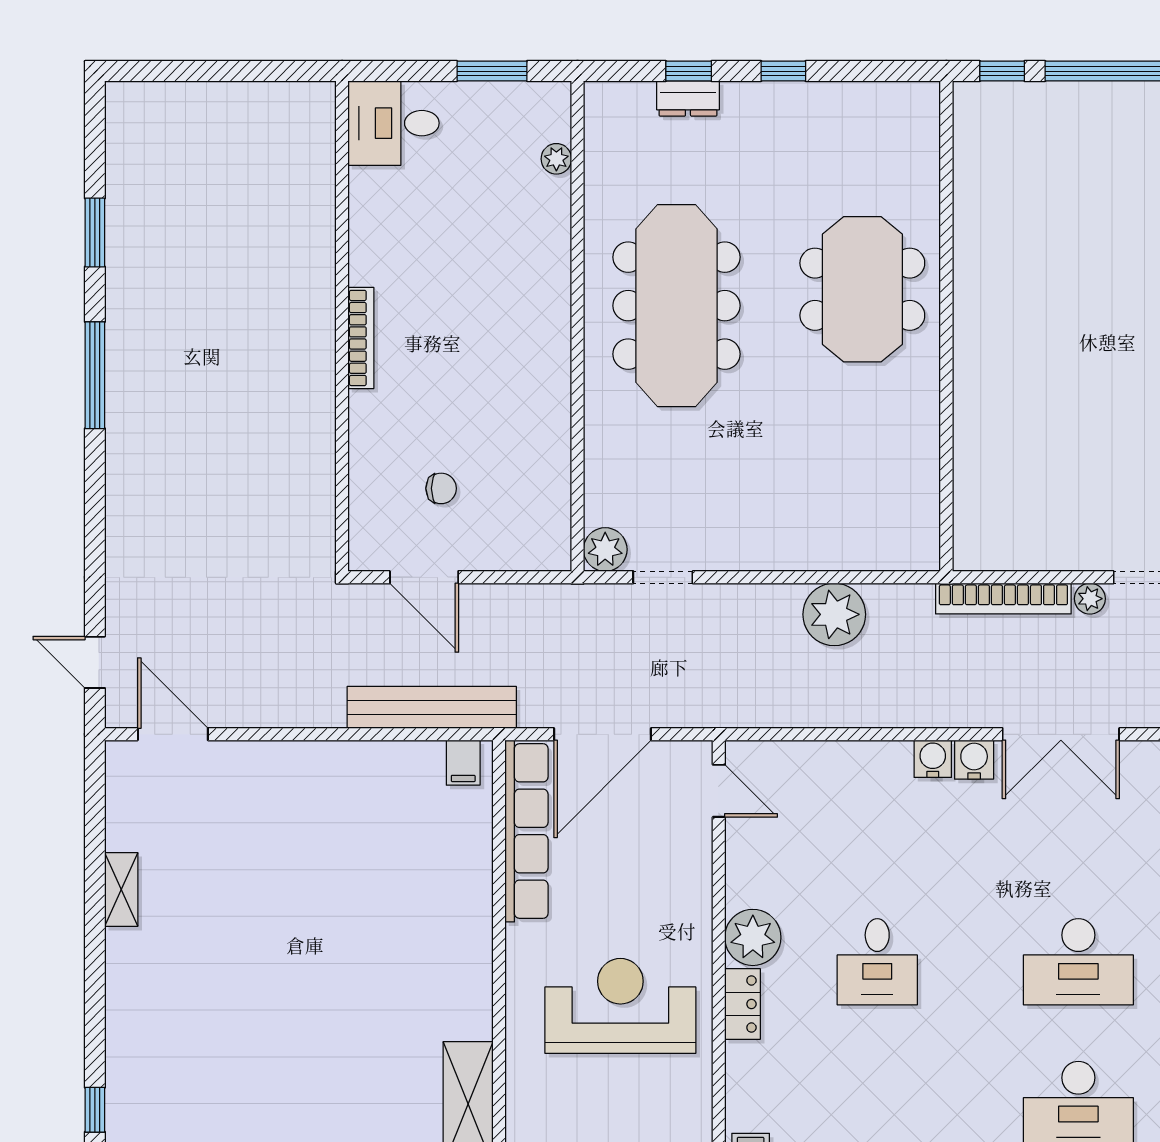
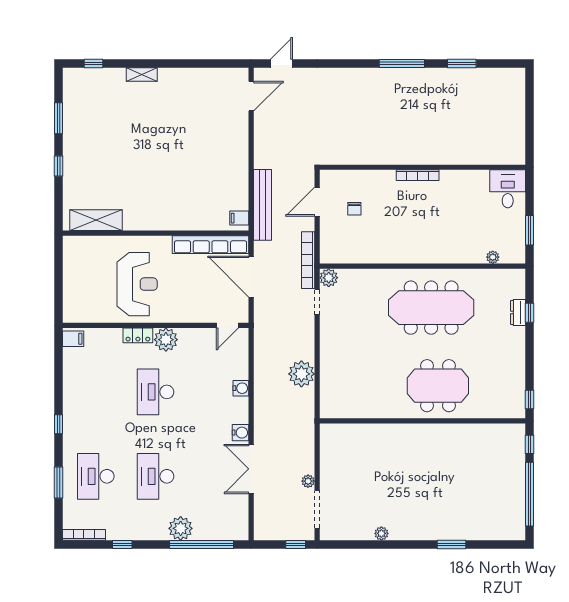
window: (783, 71) -> (530, 400), moved
bookcase: (1003, 599) -> (308, 260), moved
water cooler: (933, 759) -> (241, 388), moved
shelving: (121, 889) -> (142, 75), moved
desk: (877, 962) -> (156, 392), width x1.37

